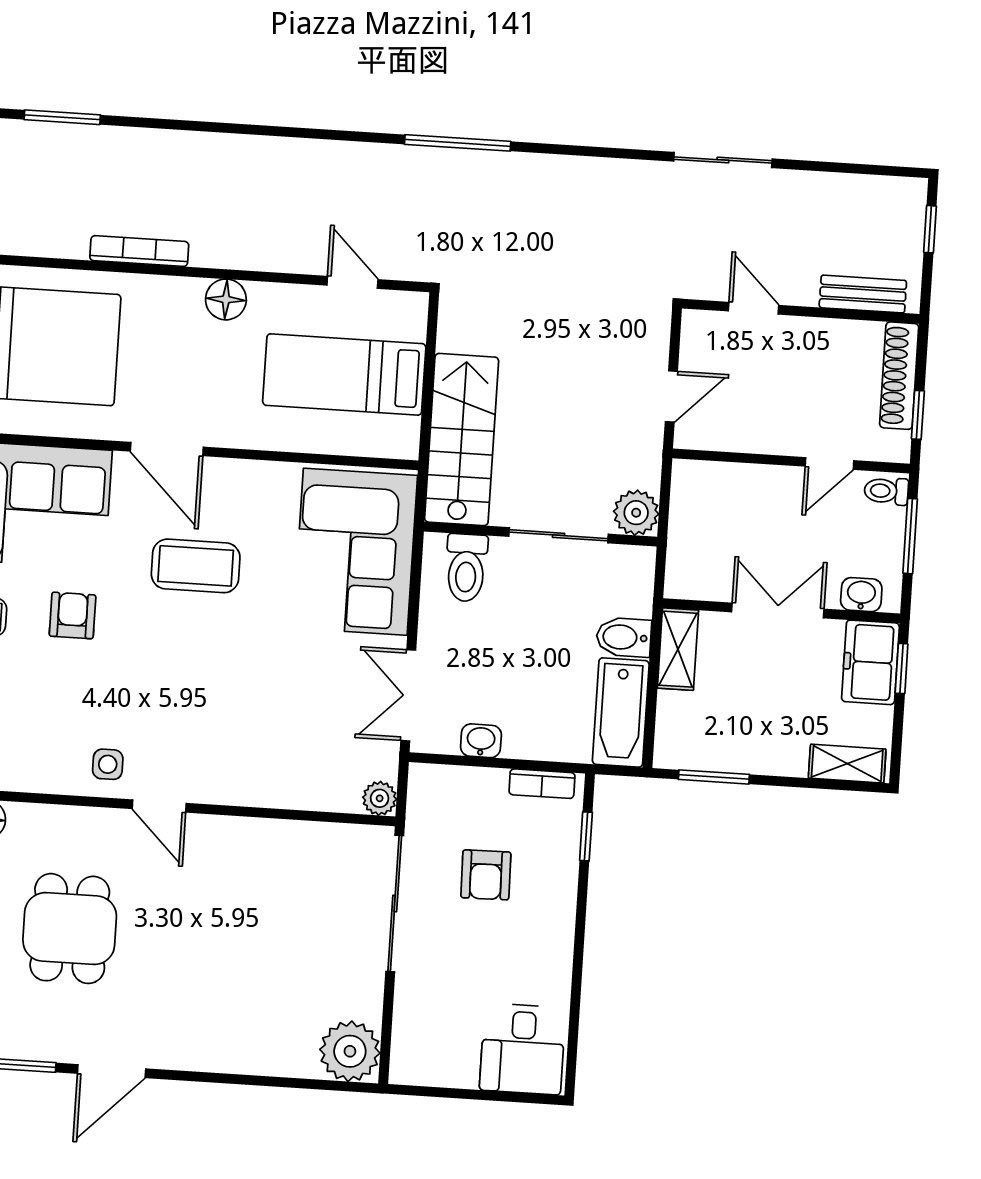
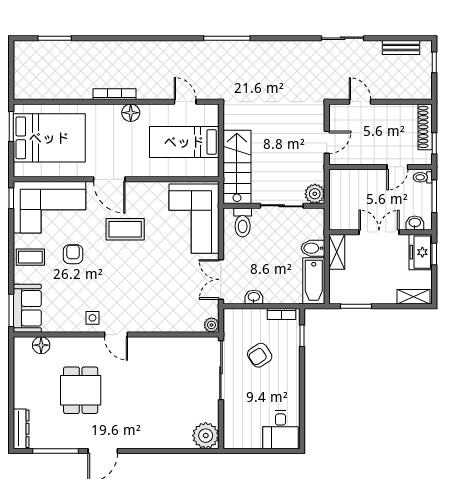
bookcase: (139, 251) -> (115, 94), moved
bench: (863, 294) -> (401, 47), moved
armchair: (486, 875) -> (260, 355), turned 58

